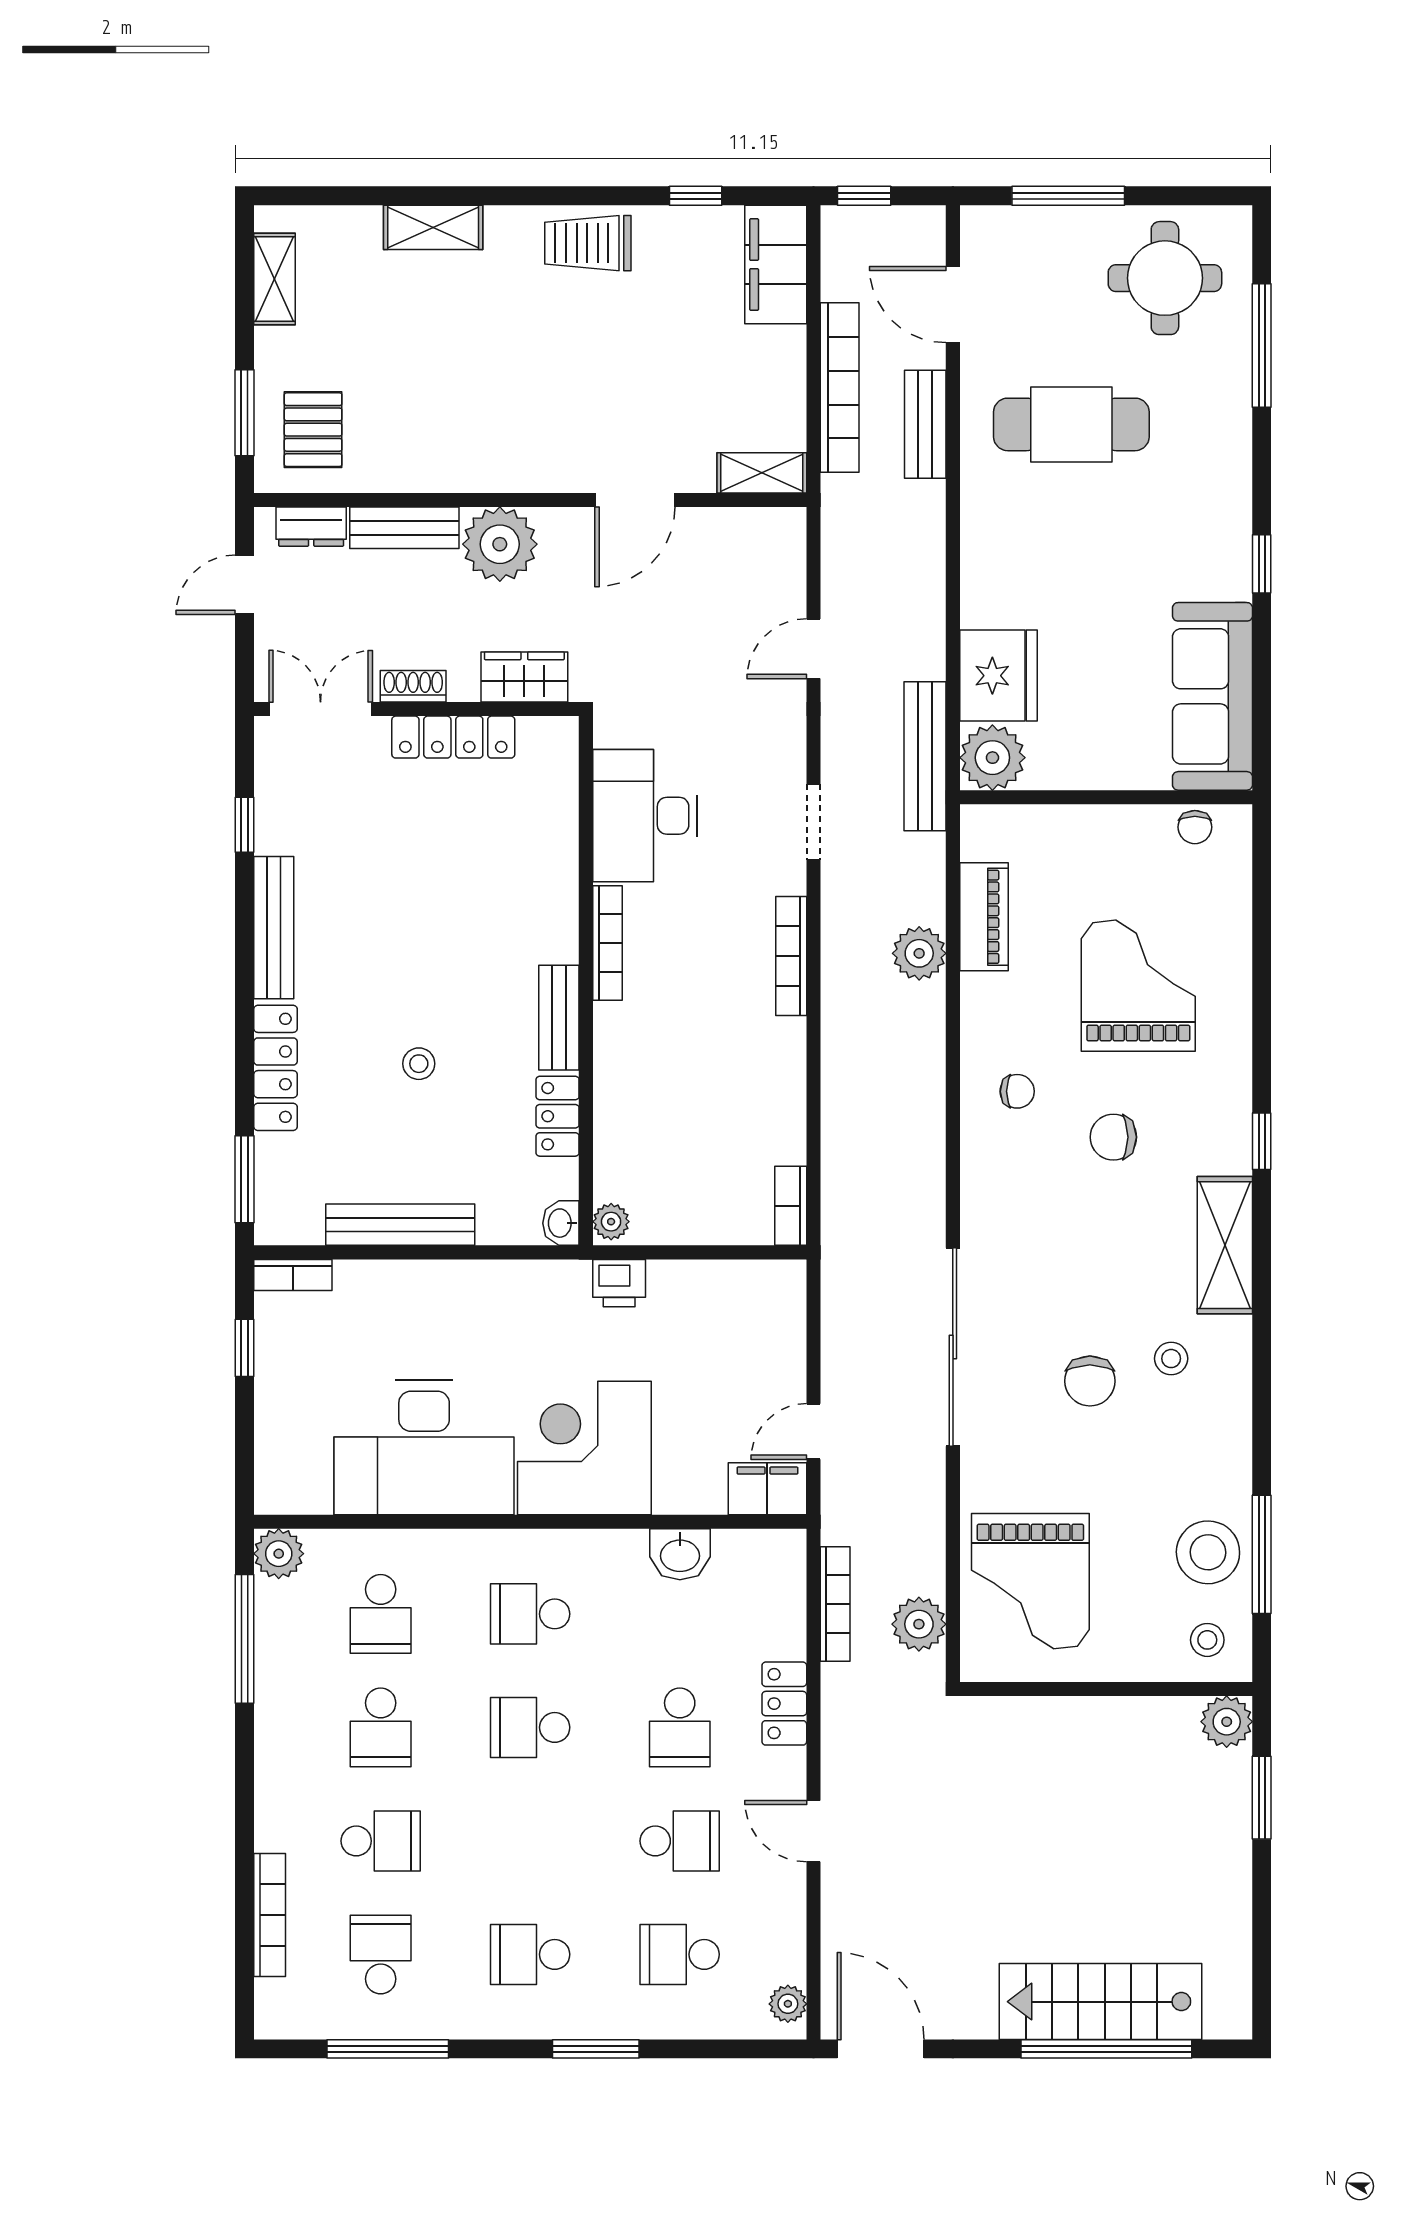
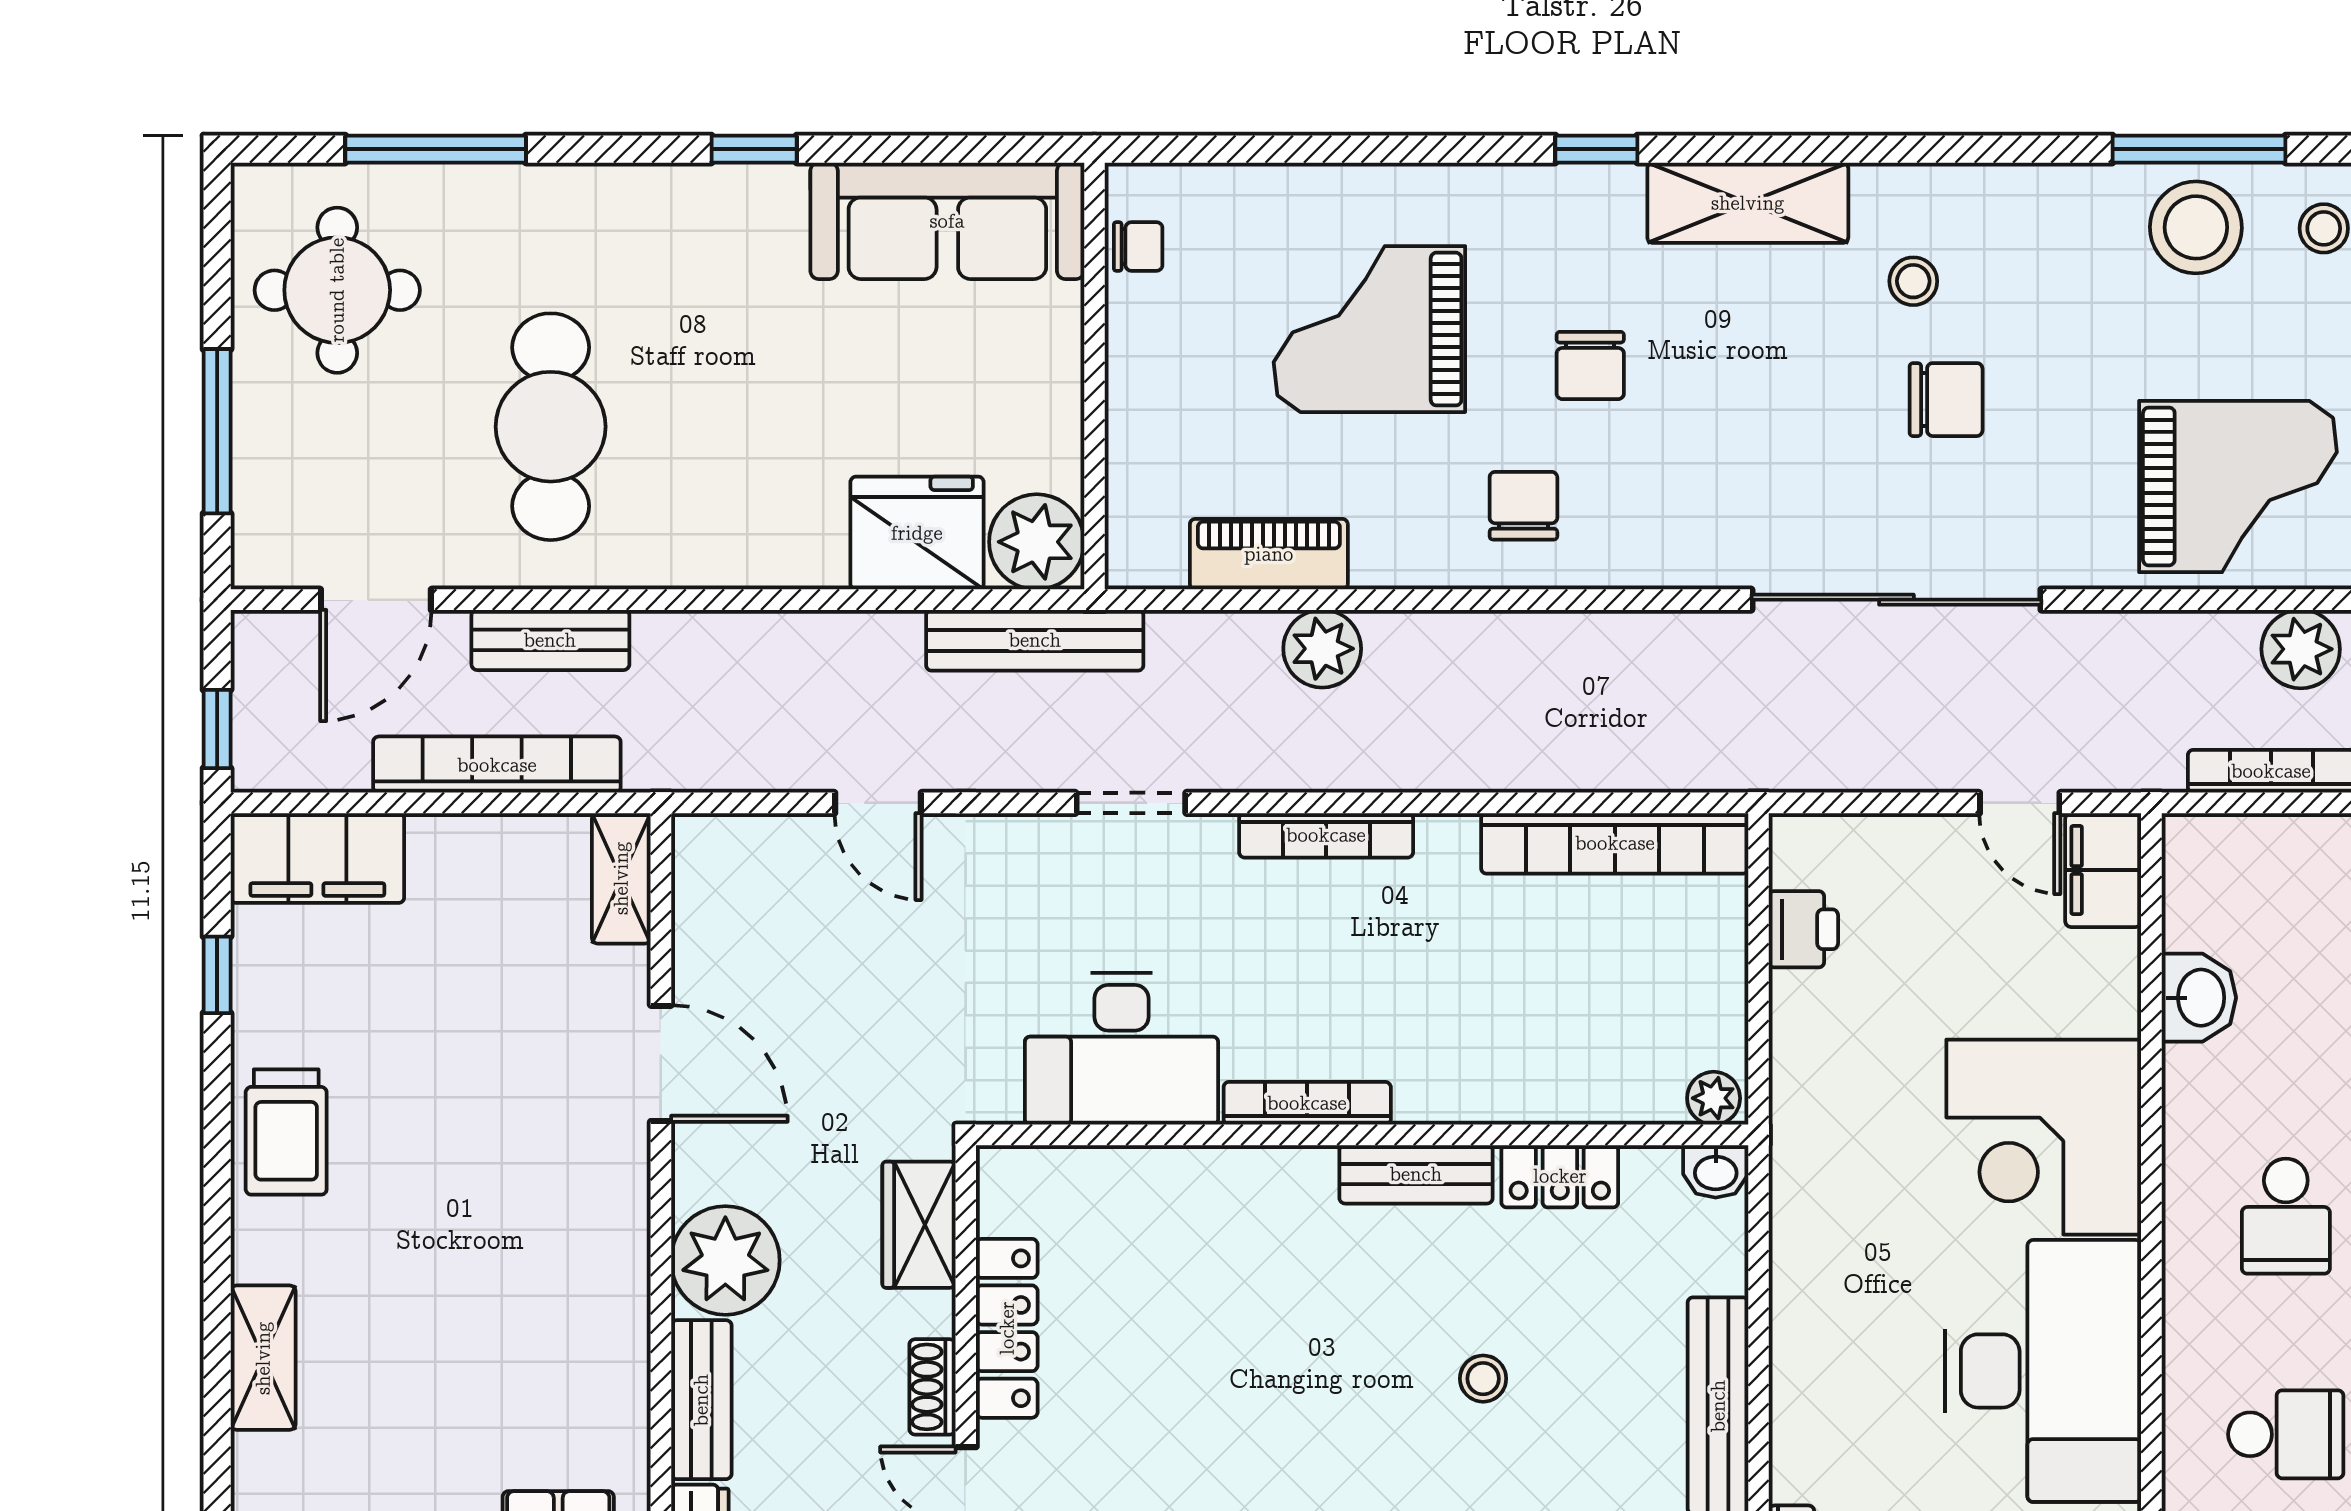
chair: (1017, 1091) -> (1523, 506), width x1.37, depth x1.37
bookcase: (791, 1206) -> (1615, 843), width x2.31, depth x1.31
printer: (619, 1283) -> (1803, 929), moved

